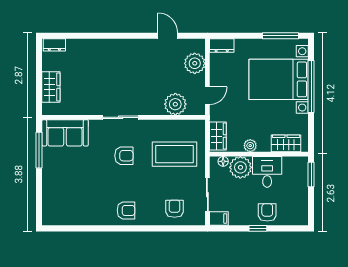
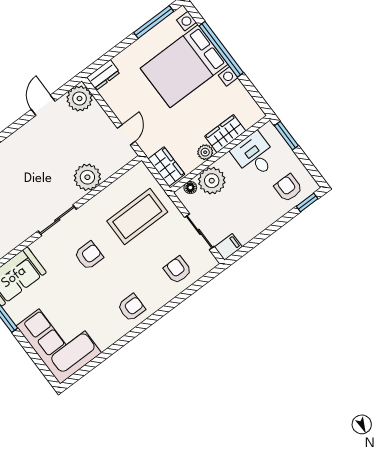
door: (168, 36) -> (43, 105), hinge flipped
plant: (195, 63) -> (79, 98), moved
plant: (175, 104) -> (87, 177), moved
wardrobe: (286, 143) -> (225, 134), moved
desk: (267, 172) -> (255, 155), moved
corner sofa: (63, 196) -> (59, 339), added
armchair: (267, 212) -> (288, 188), moved
window: (258, 228) -> (307, 203), moved

